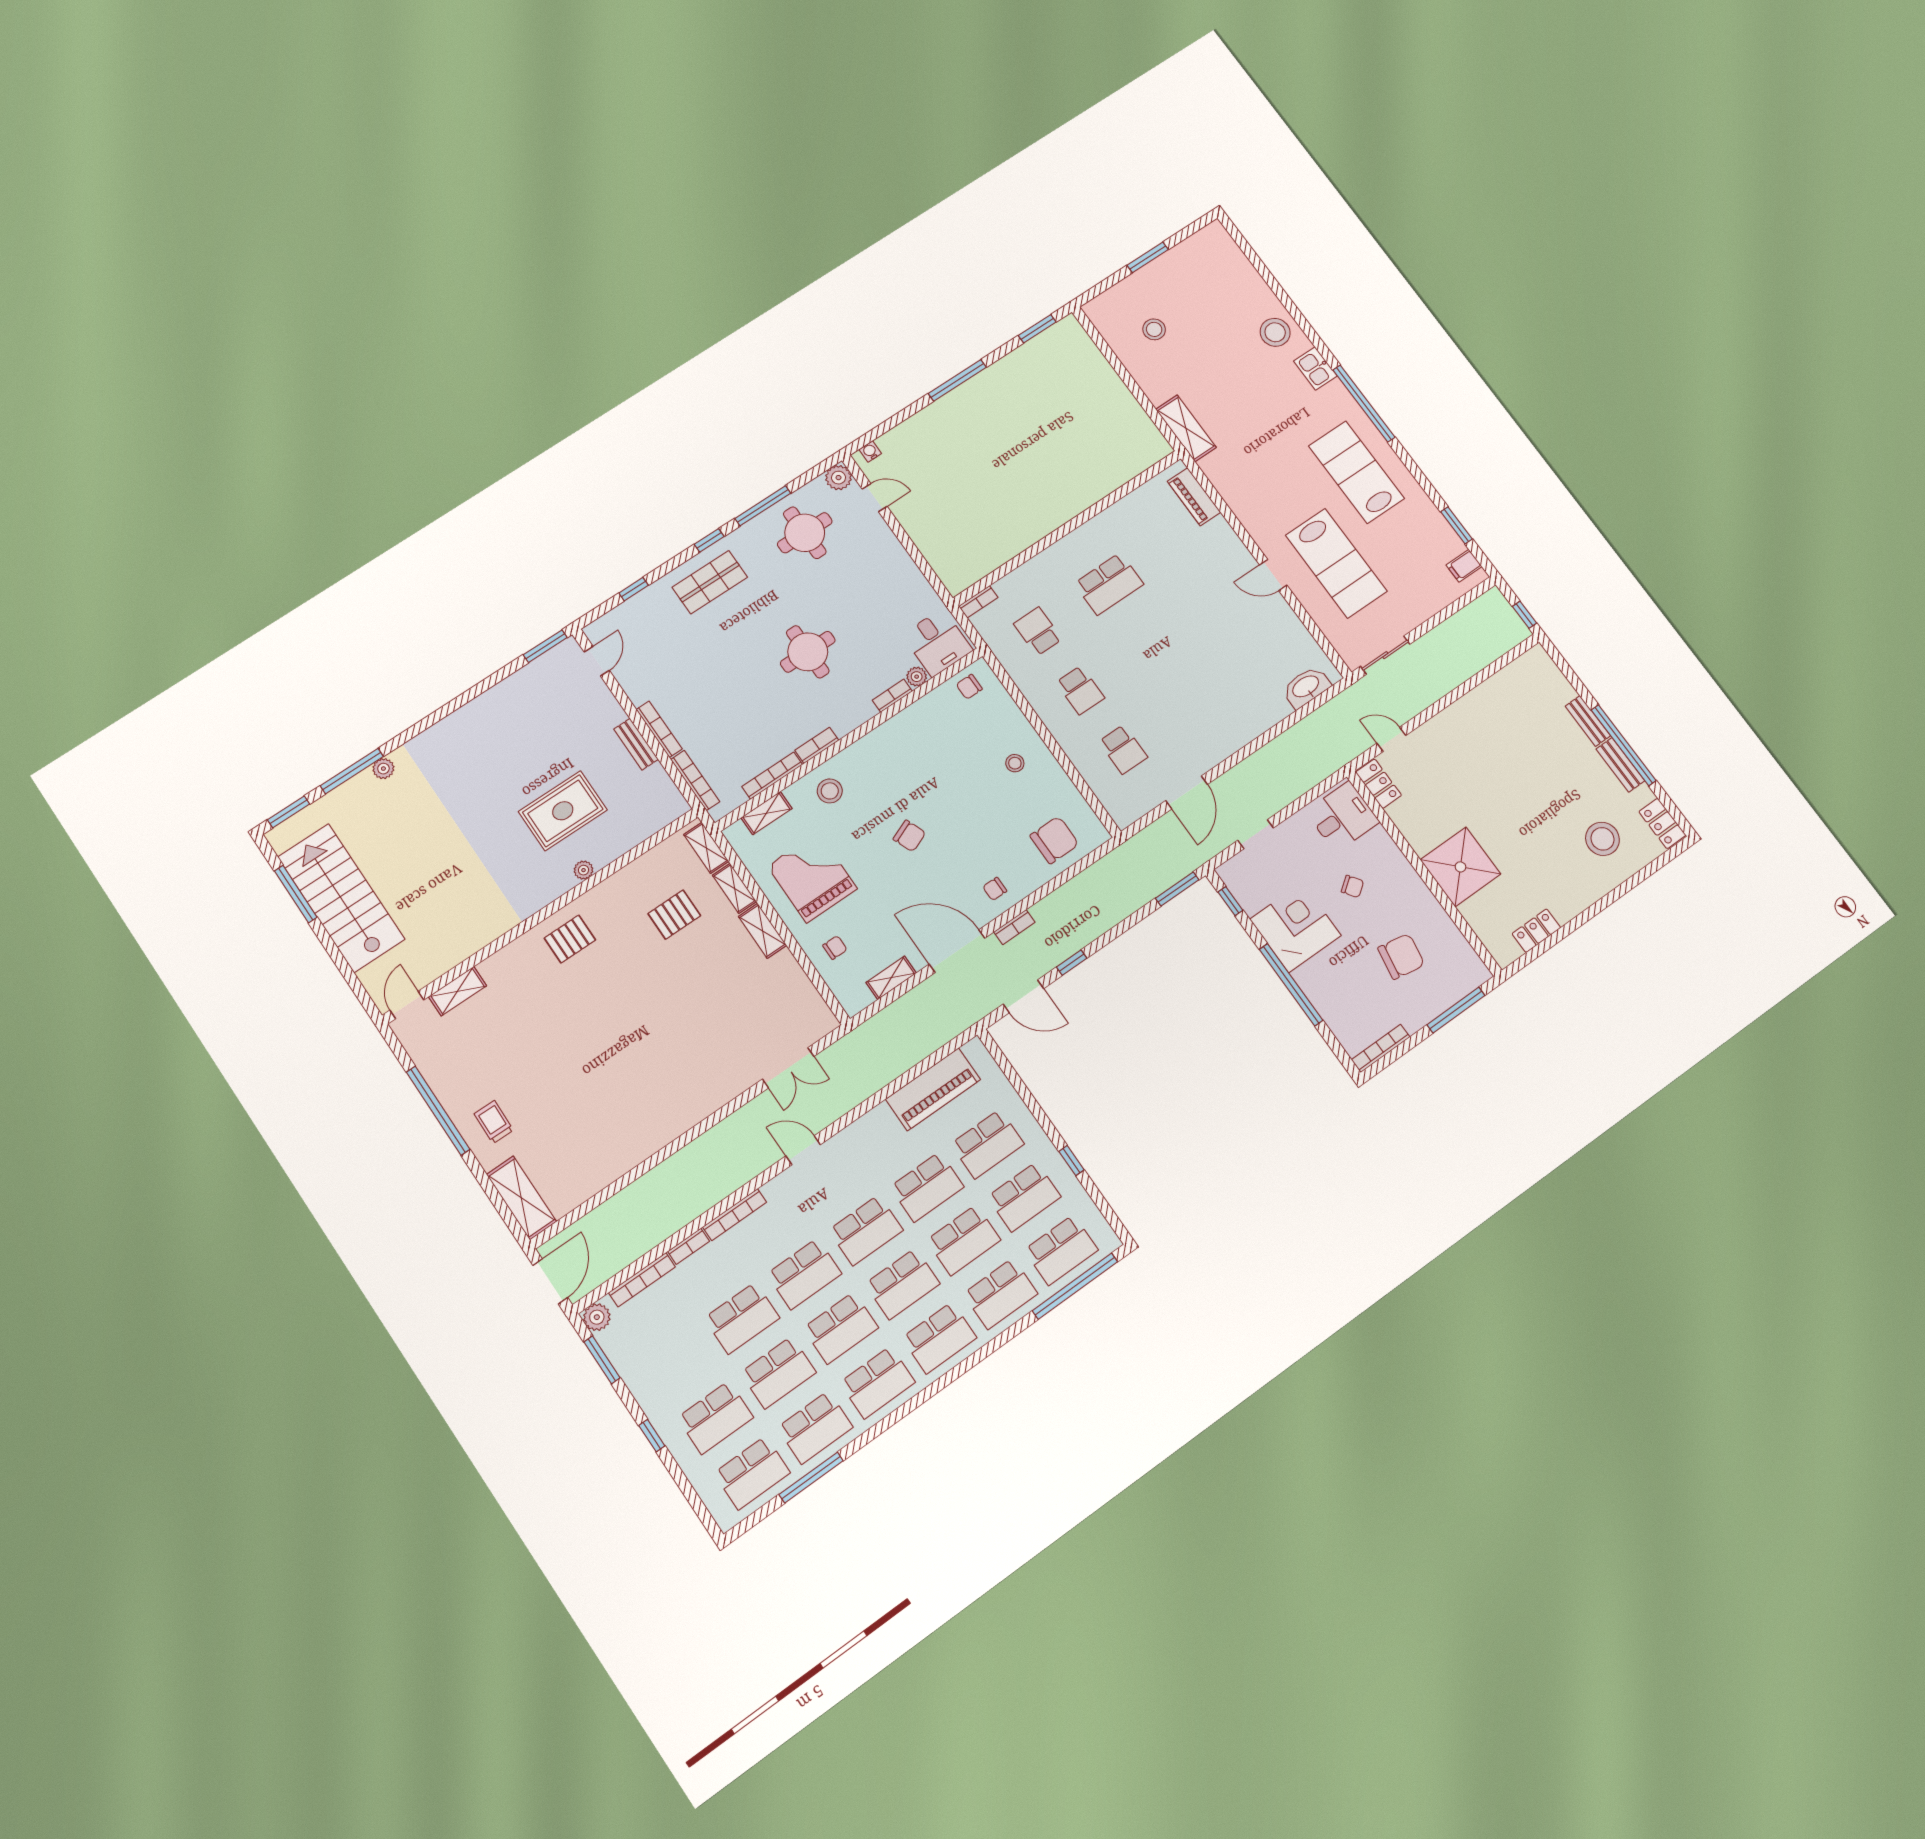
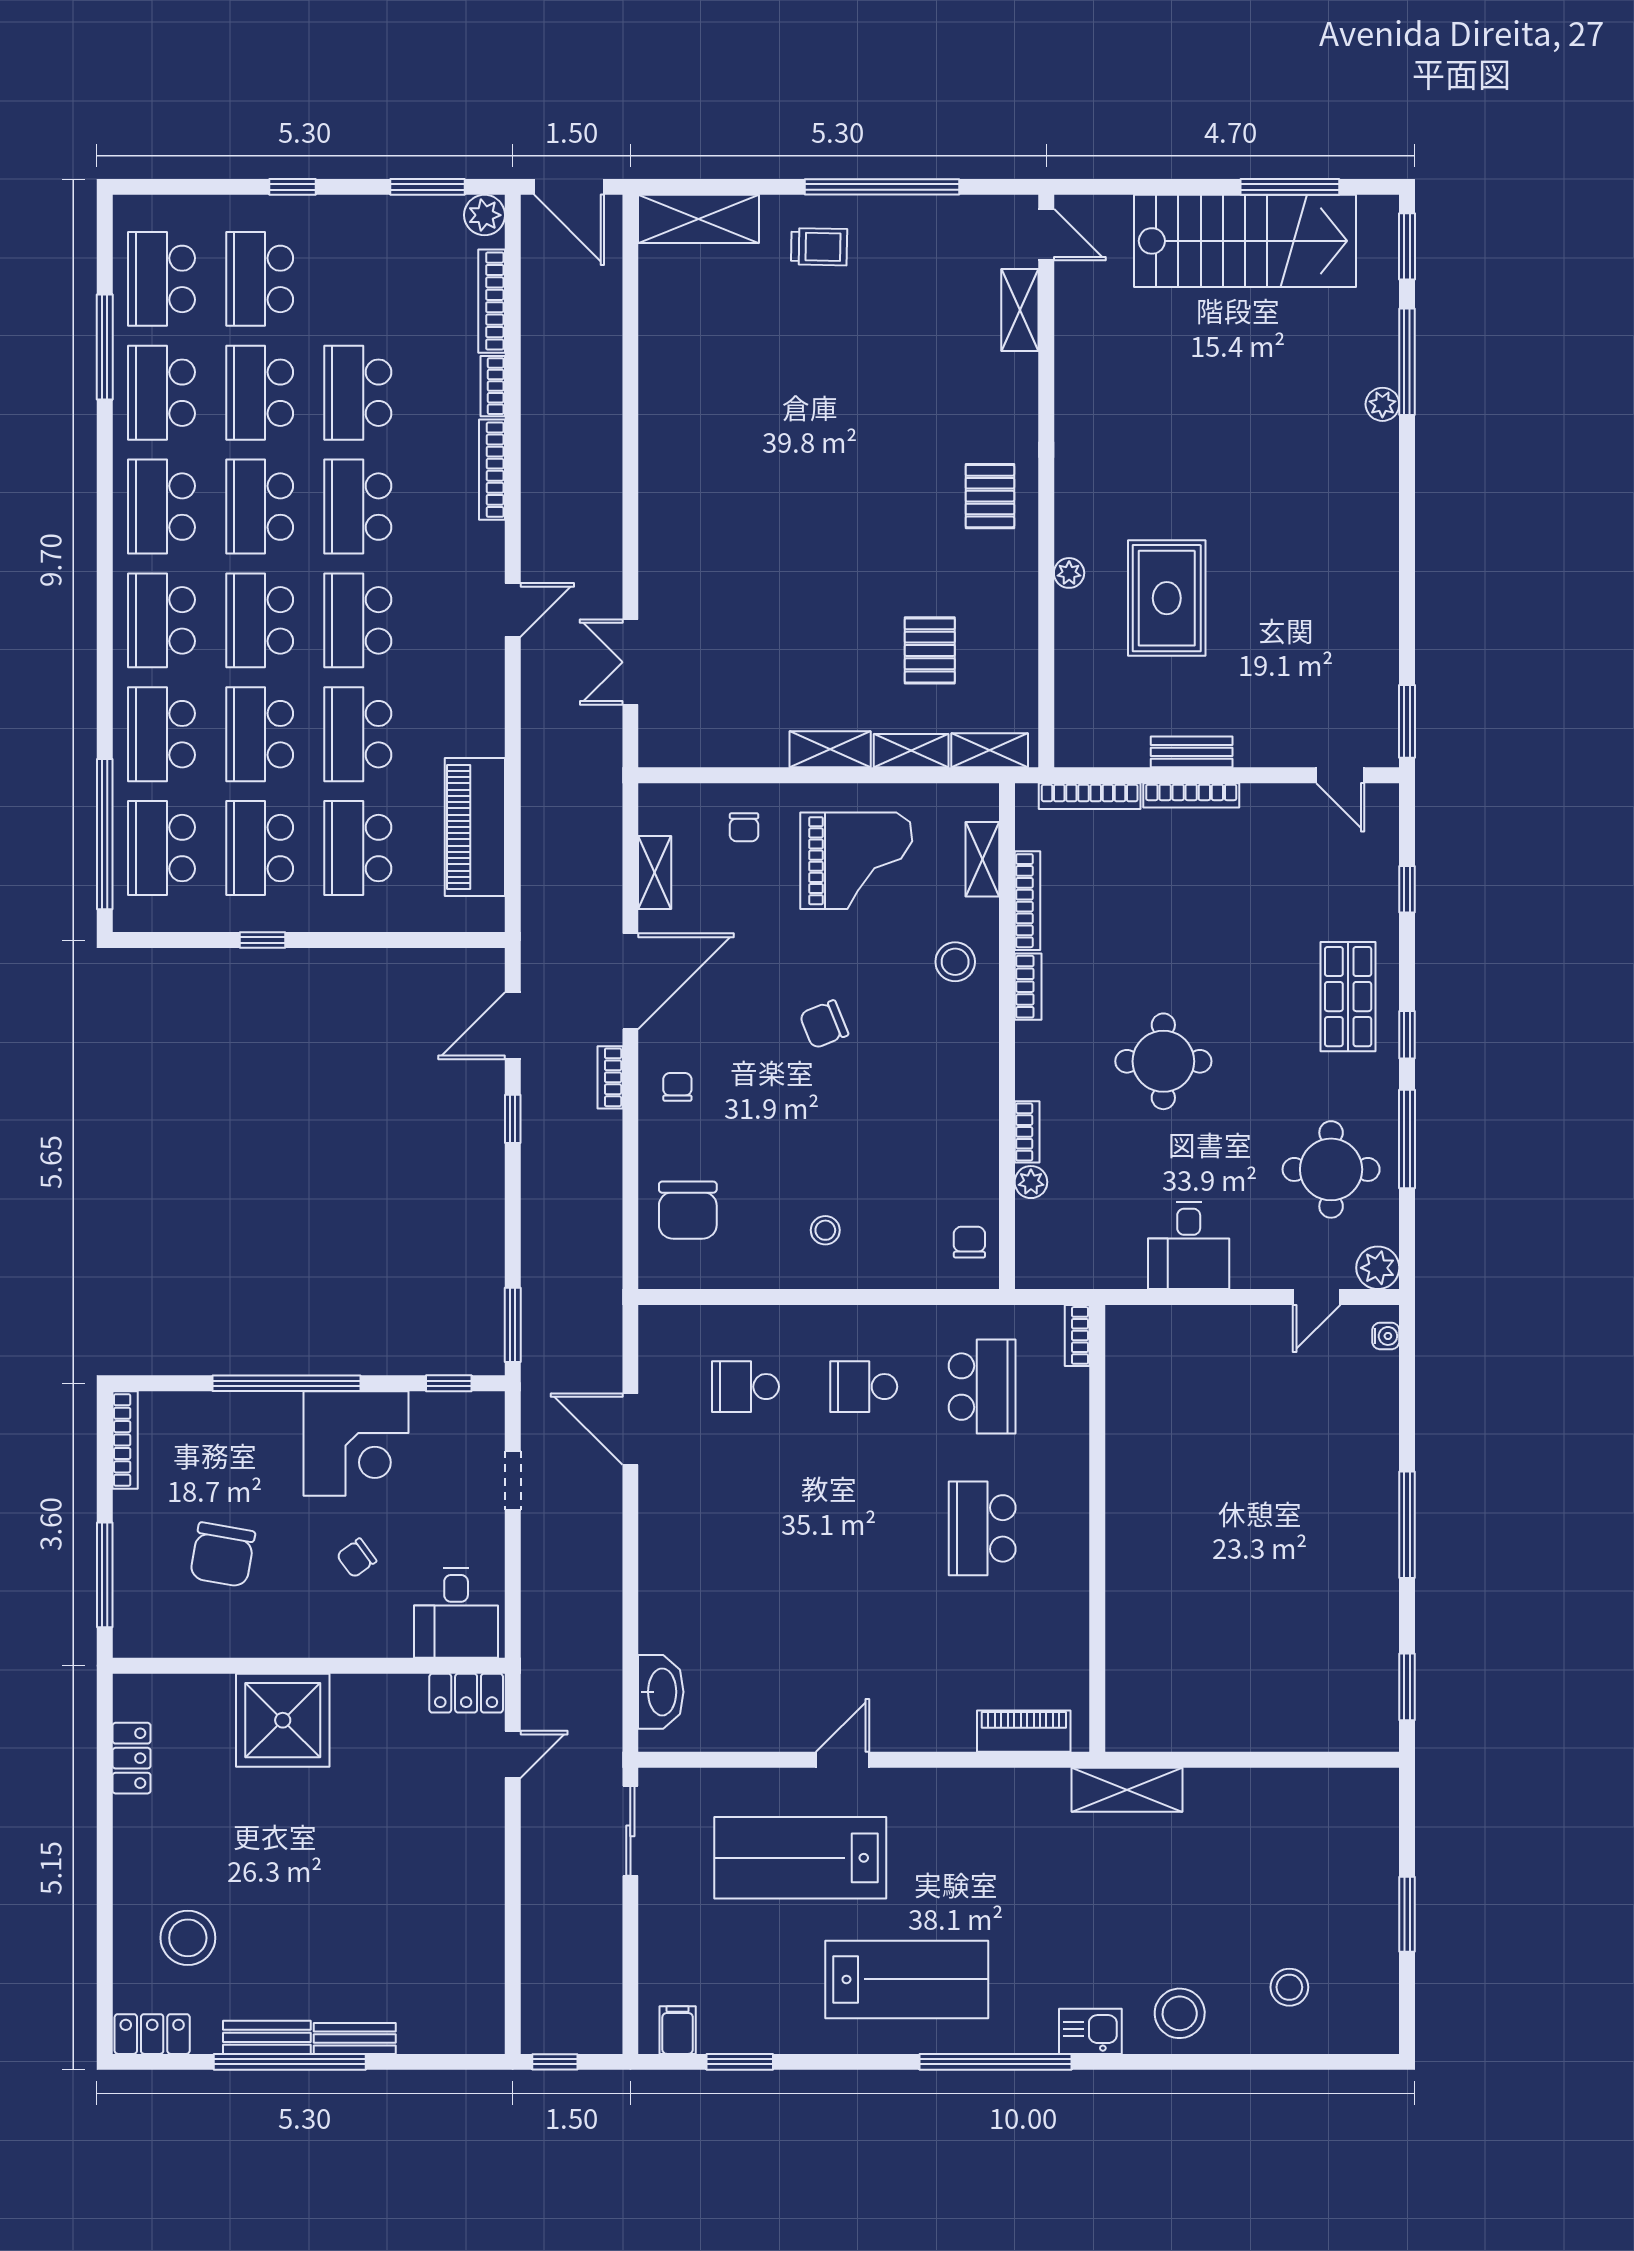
stool: (1154, 329) -> (1289, 1987), moved
school desk: (1038, 631) -> (982, 1387), width x1.85
desk: (937, 643) -> (1189, 1245), moved, turned -90

